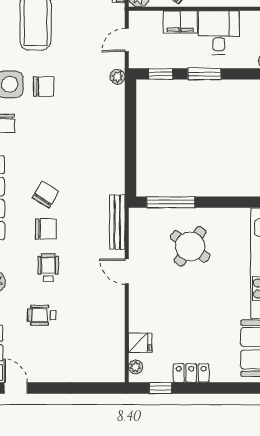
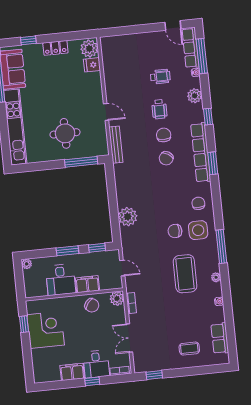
door: (127, 40) -> (122, 268), hinge flipped
plant: (117, 77) -> (128, 217), moved, width x1.87, depth x1.87
chair: (46, 229) -> (164, 135), turned 90
round table: (190, 246) -> (65, 133), turned -35
plant: (136, 367) -> (89, 49), width x1.88, depth x1.88
window: (160, 388) -> (28, 40), moved

